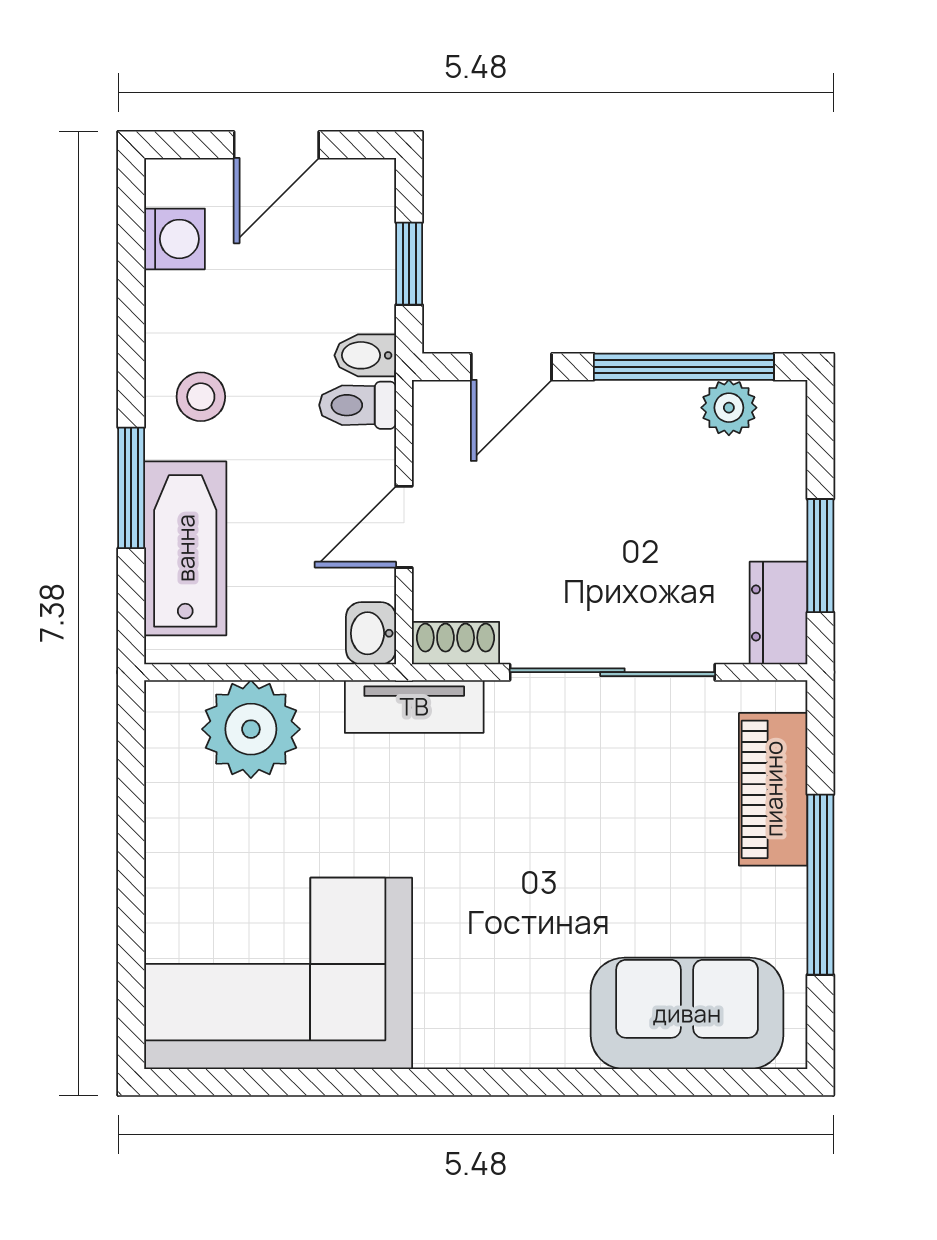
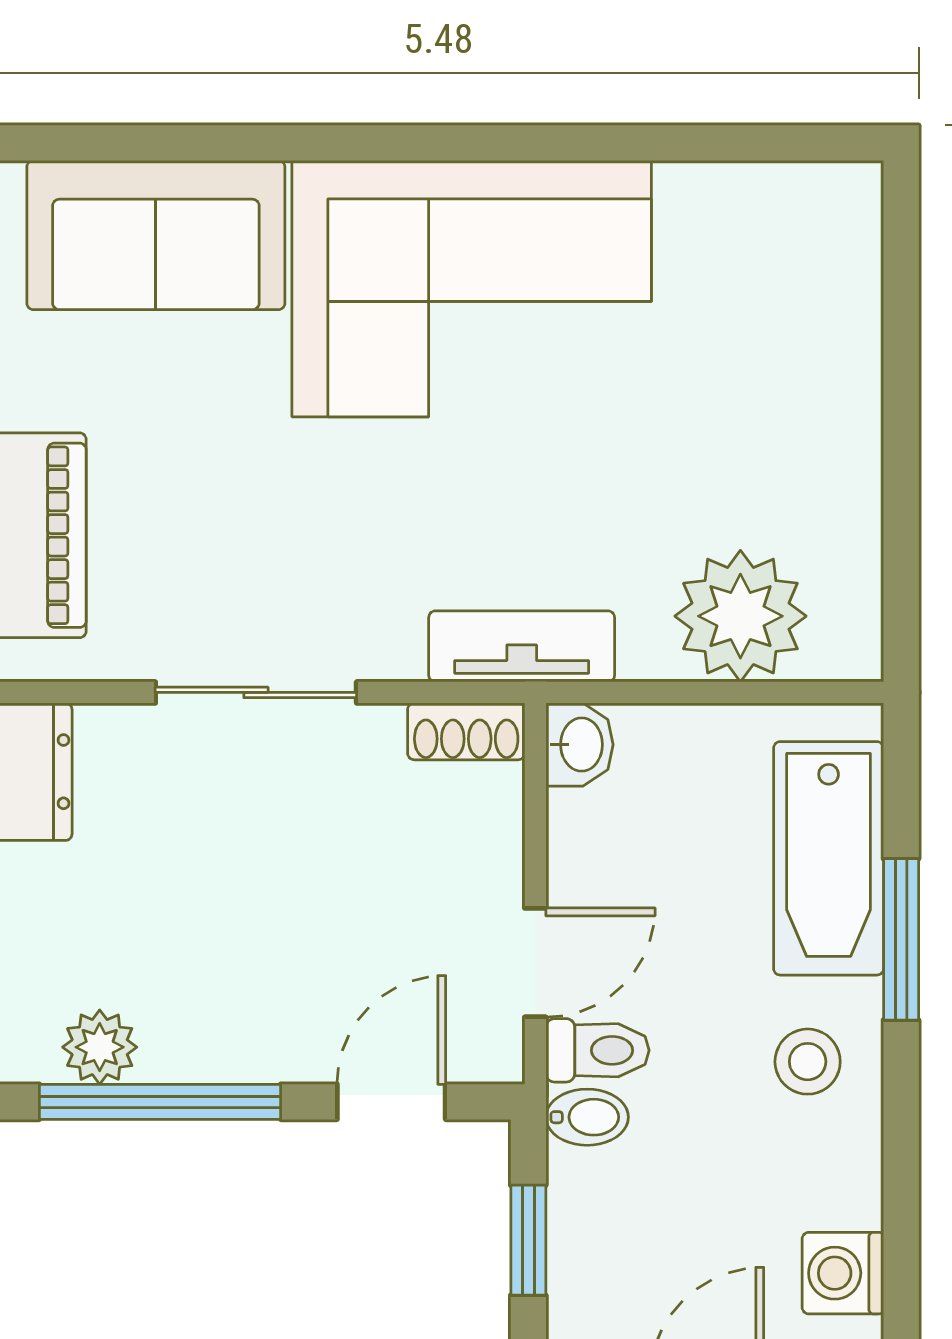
door: (404, 527) -> (535, 963), moved
sliding door: (612, 672) -> (256, 692), width x0.73
corner sofa: (278, 973) -> (472, 289), moved

